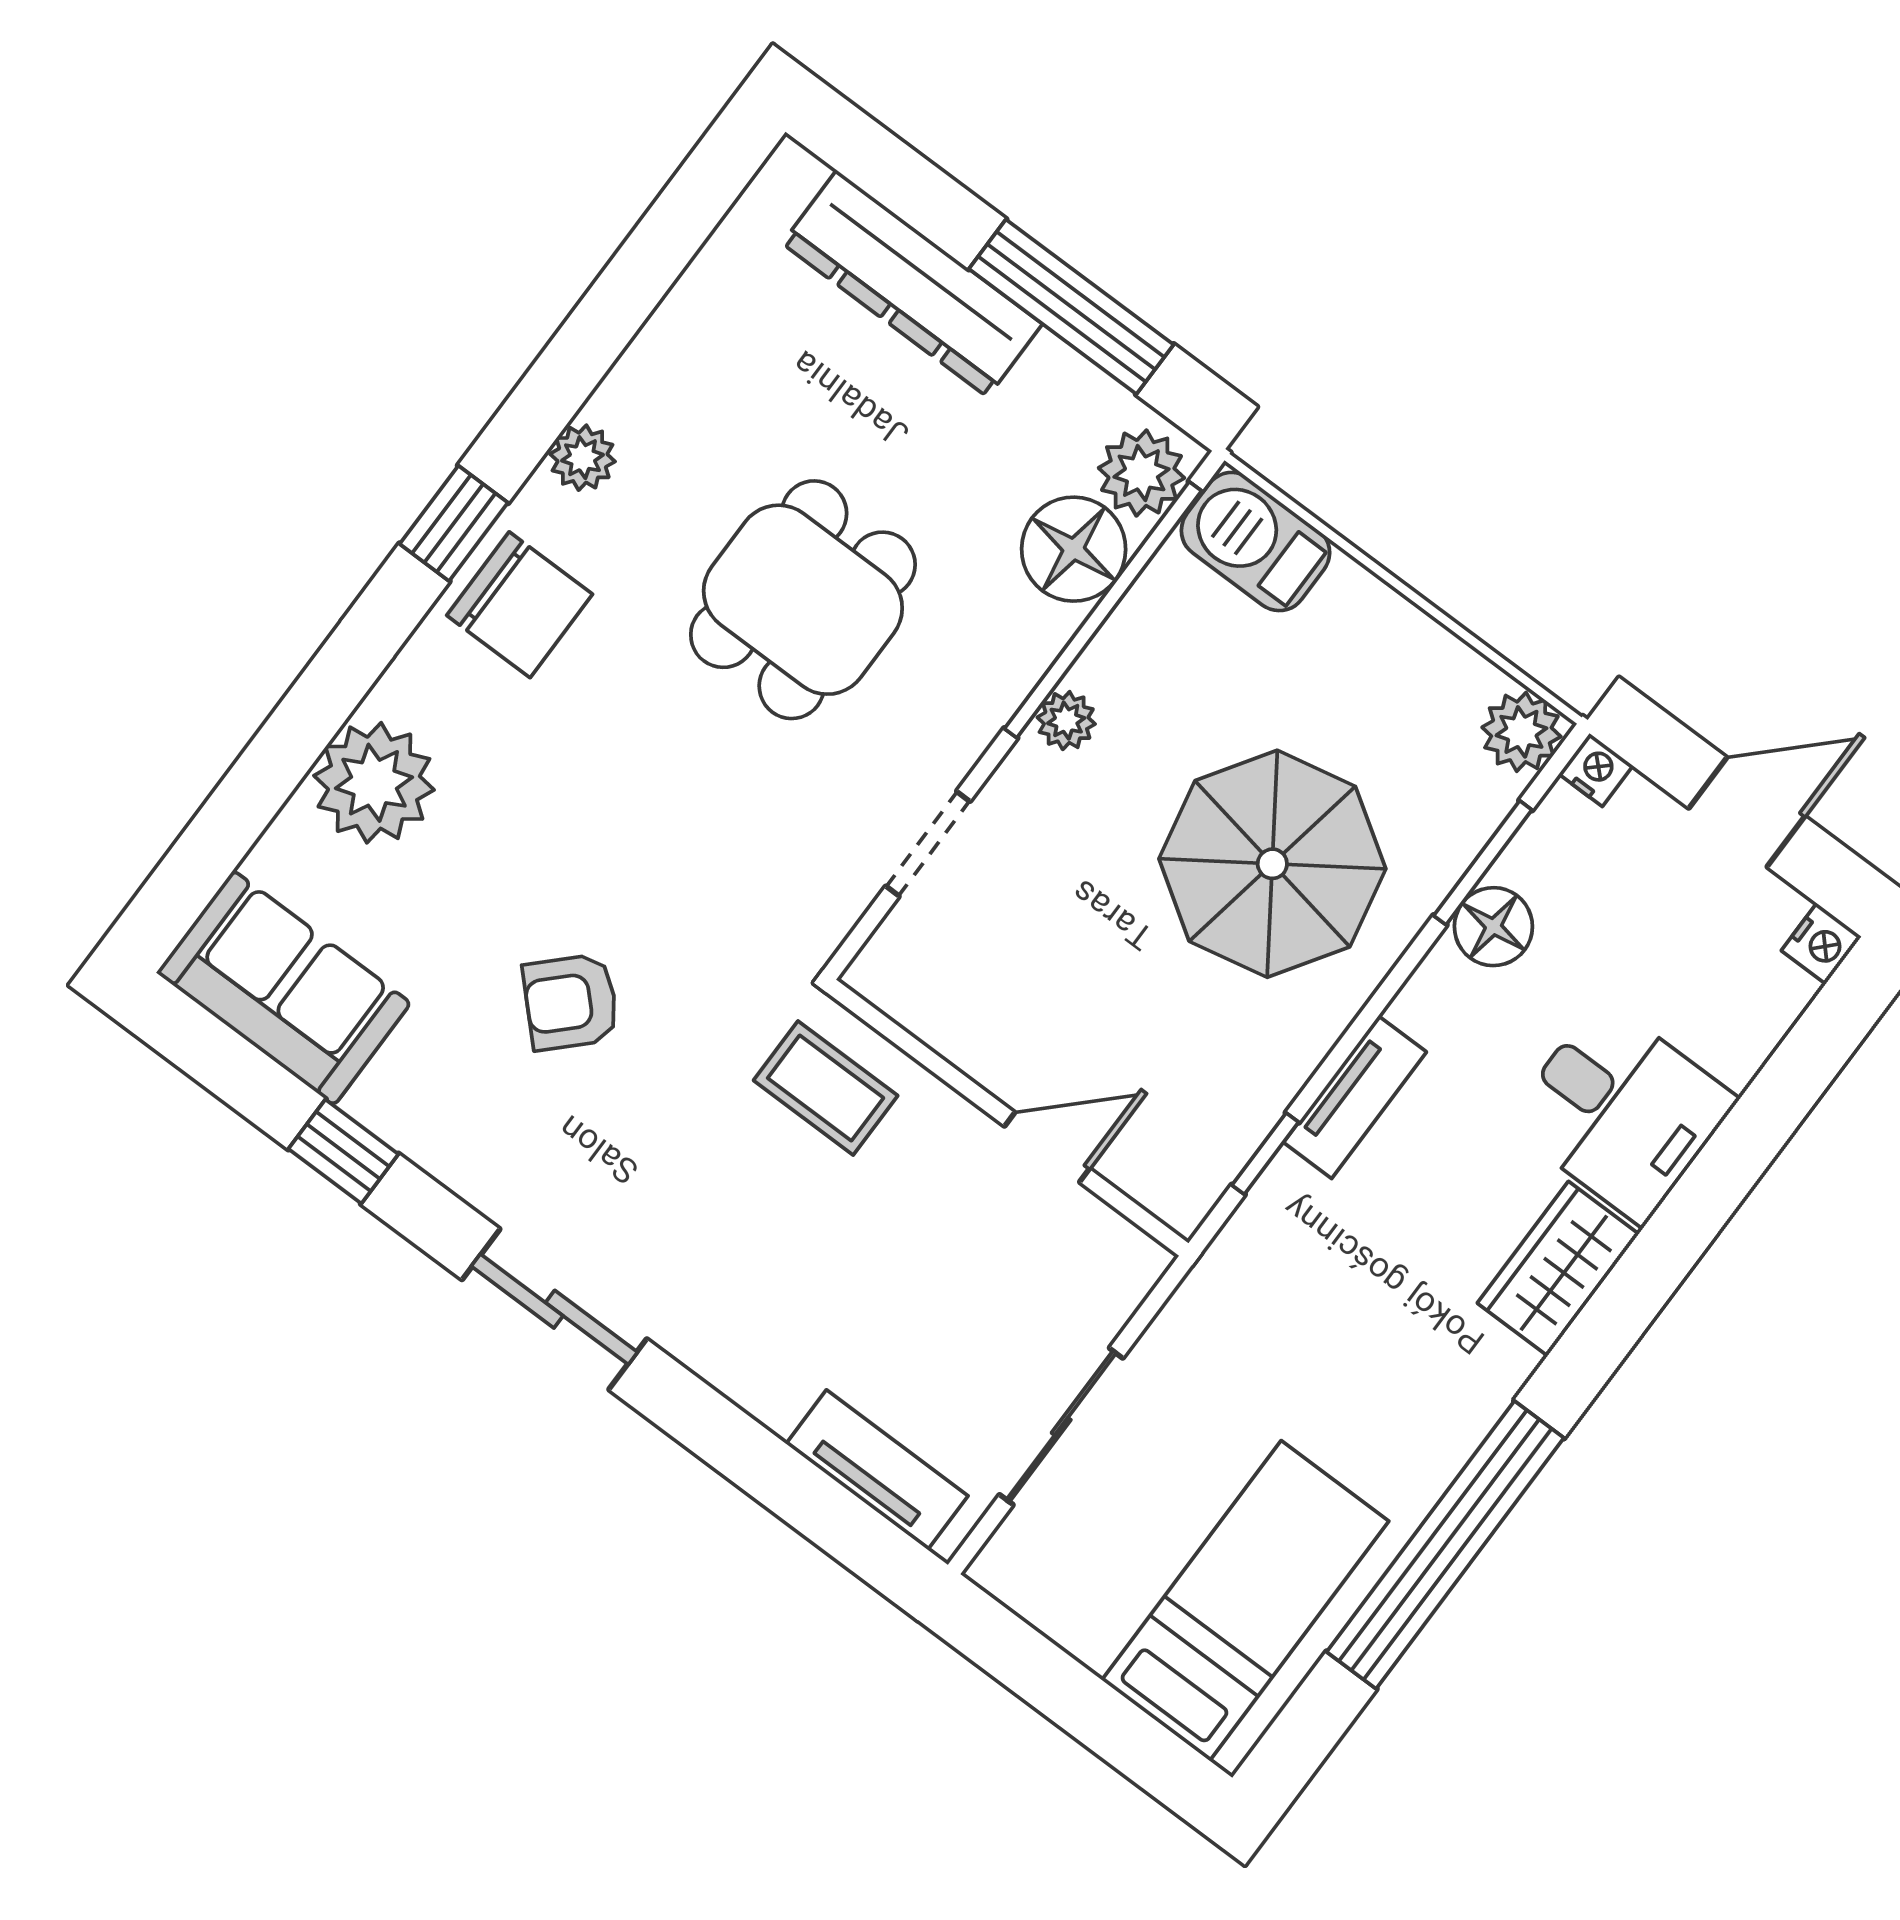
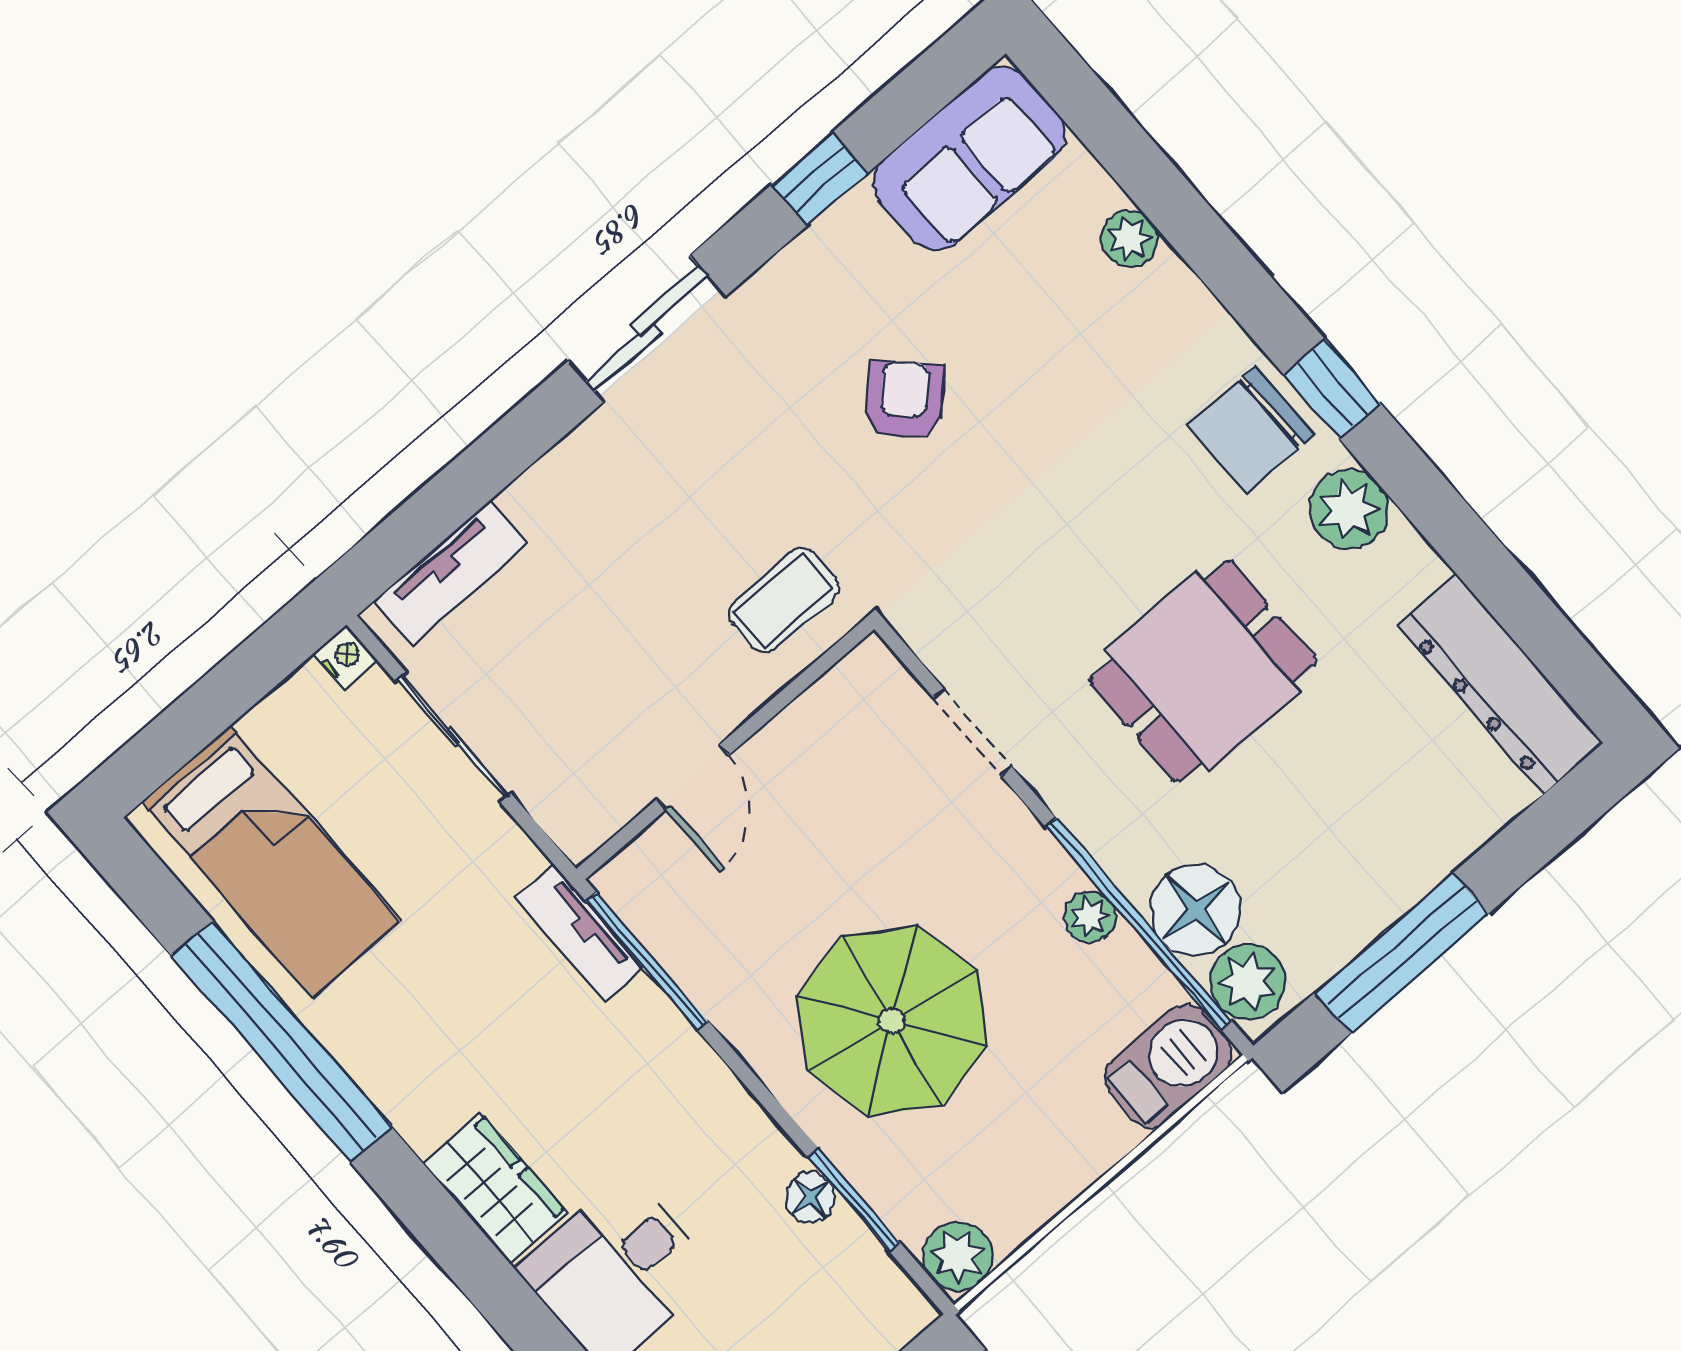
dresser: (912, 284) -> (1500, 685), moved, turned -90
plant: (582, 458) -> (1349, 509), width x1.38, depth x1.38
dining table: (803, 600) -> (1203, 671), turned 90
plant: (1066, 721) -> (1090, 917), moved
nightstand: (1596, 770) -> (345, 657), moved, turned -90
plant: (374, 783) -> (1129, 239), width x0.53, depth x0.53
floor lamp: (1493, 927) -> (810, 1198), width x0.73, depth x0.73
tv unit: (1355, 1097) -> (579, 933), moved
window: (1265, 1154) -> (647, 961), width x2.17

